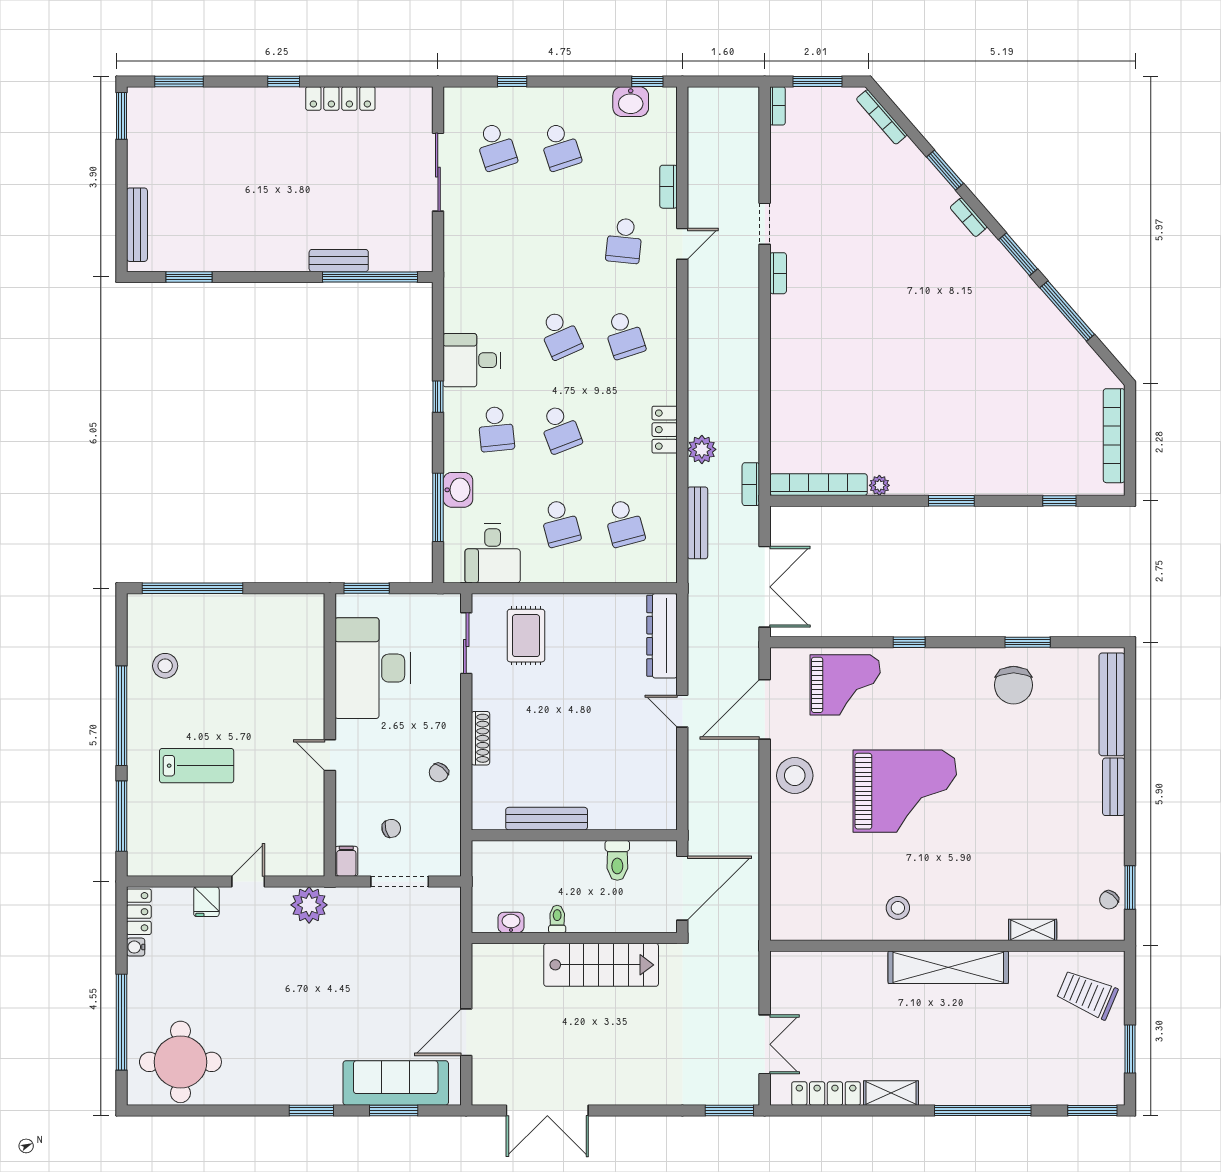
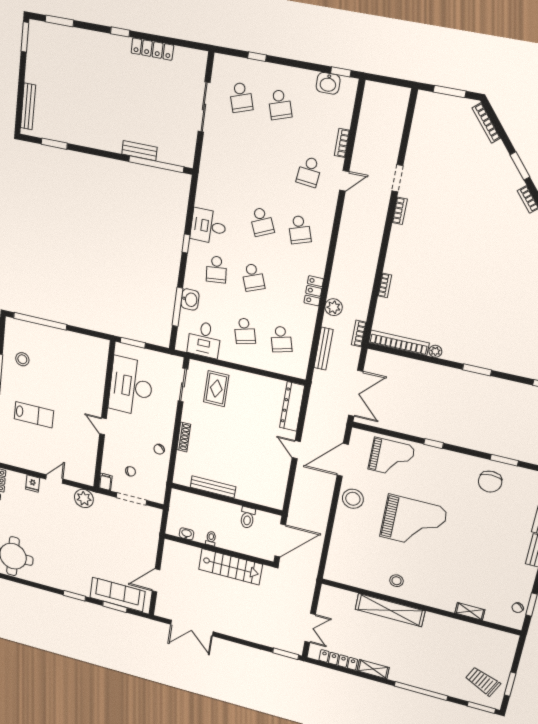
bookcase: (778, 106) -> (385, 285), moved
shelving: (948, 967) -> (390, 610), moved
trolley: (1087, 994) -> (483, 681), moved

